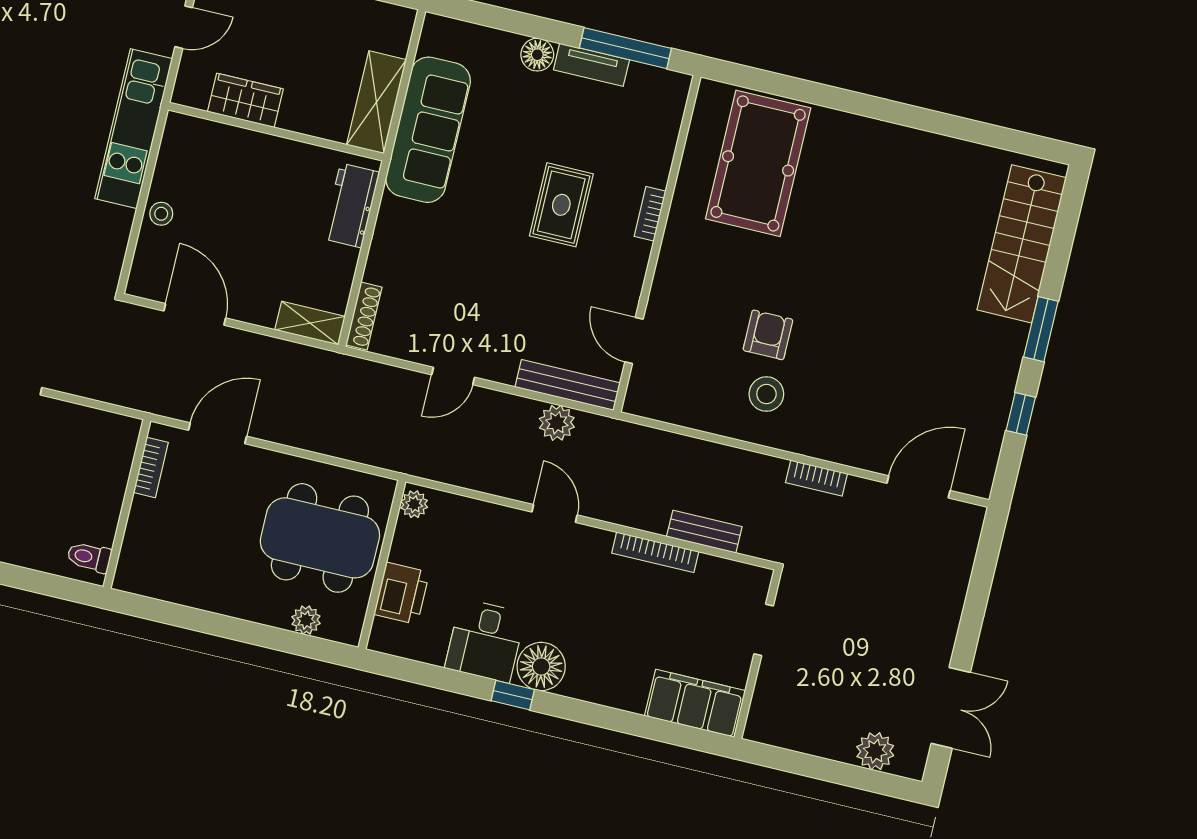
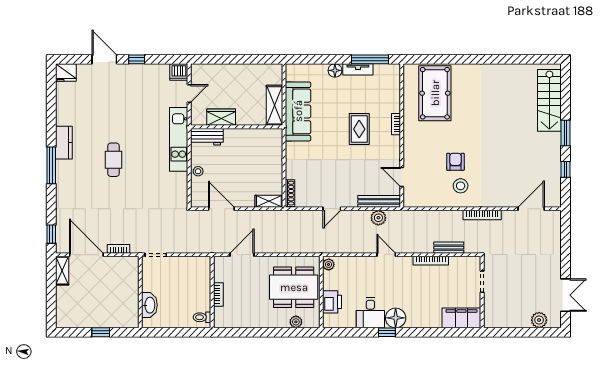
workbench: (351, 205) -> (207, 137), moved, turned -90
bookcase: (151, 467) -> (218, 295), moved
bookcase: (817, 478) -> (482, 215), width x1.56

